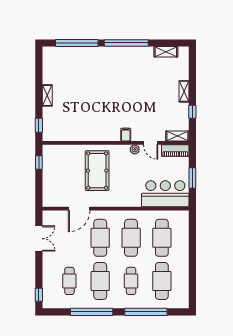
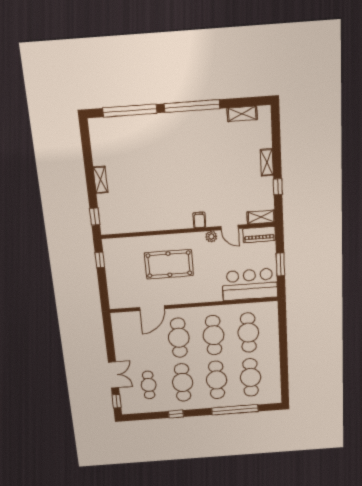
pool table: (97, 171) -> (169, 264), turned 90
double door: (39, 239) -> (113, 375), moved
cafe table: (131, 281) -> (217, 380), width x1.37, depth x1.35
window: (92, 312) -> (176, 414), width x0.32

